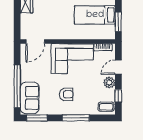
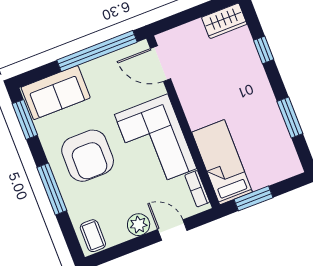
bed: (95, 15) -> (222, 162), moved
window: (17, 86) -> (97, 51), moved
armchair: (66, 94) -> (88, 156), width x1.88, depth x1.88
window: (118, 96) -> (121, 250), removed

